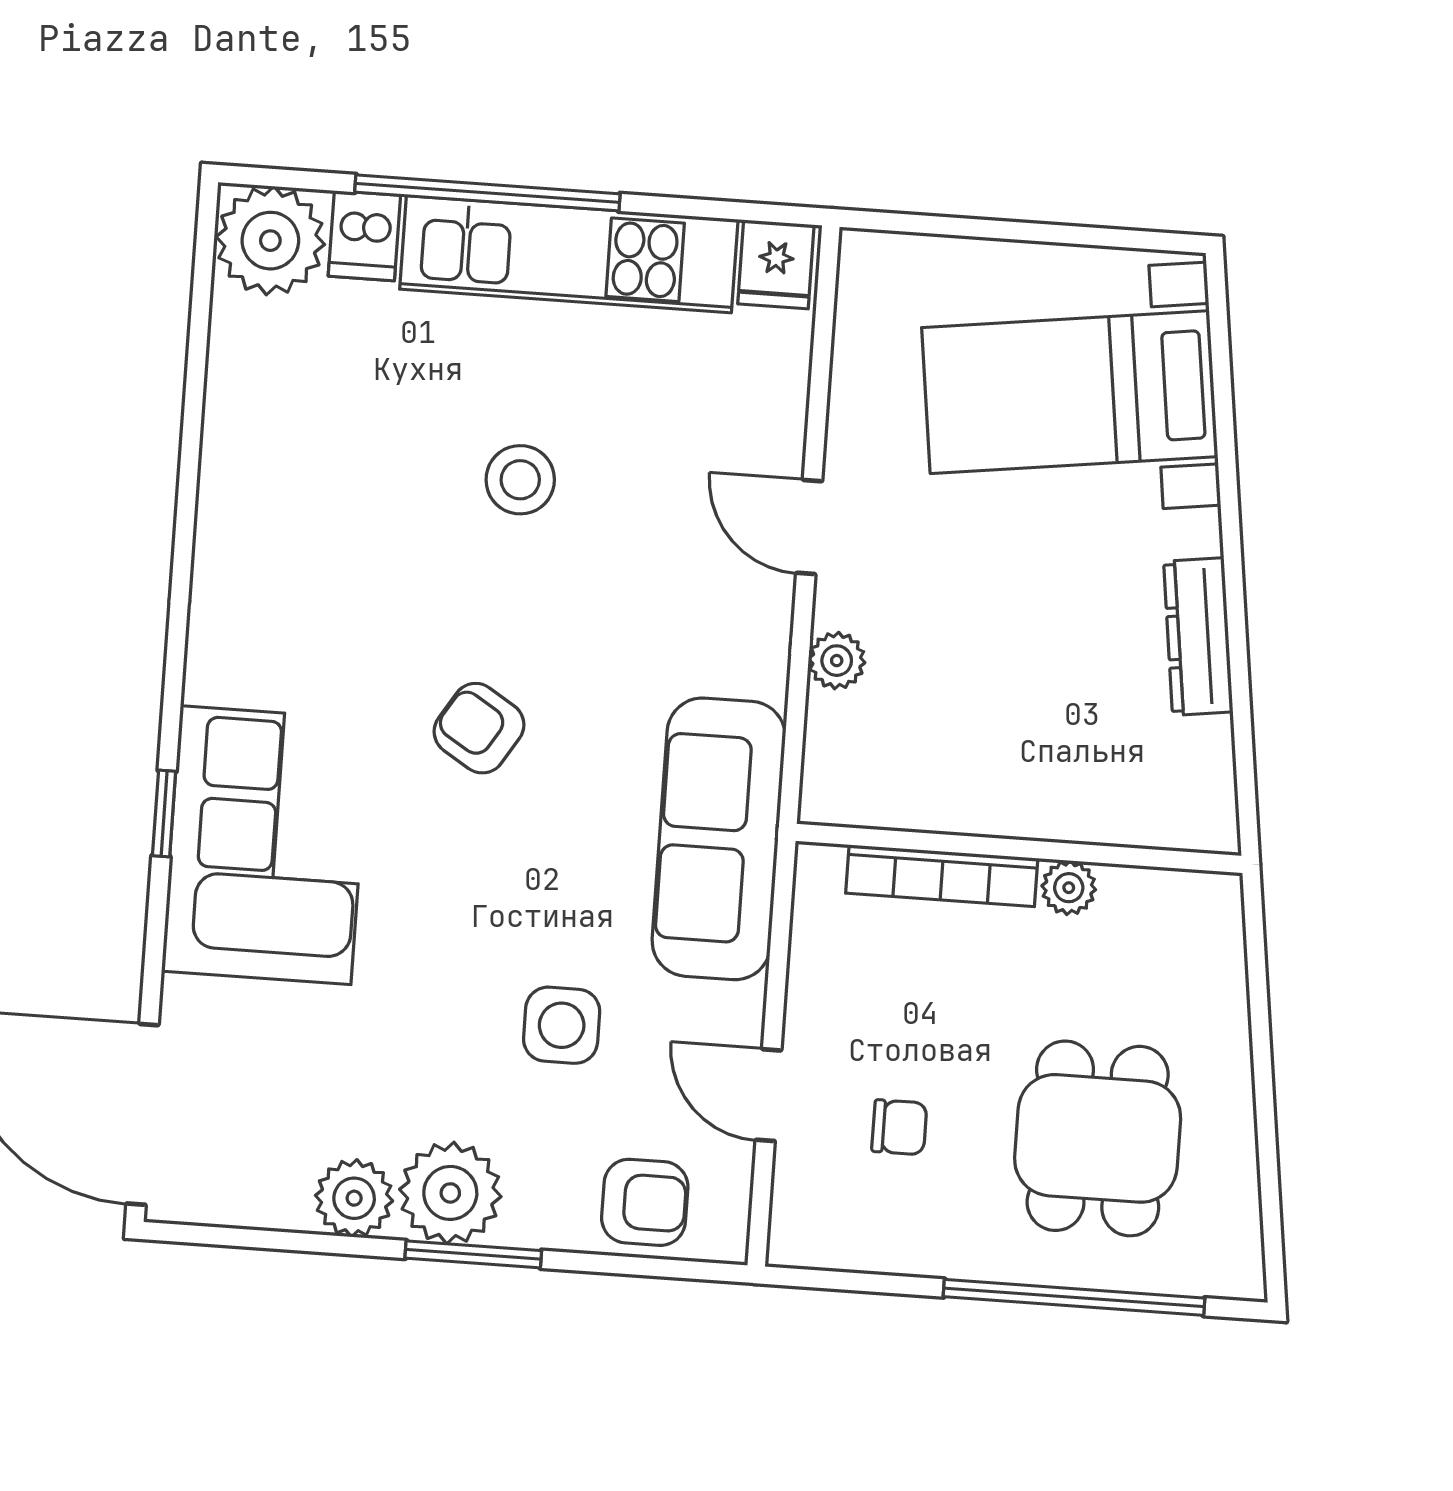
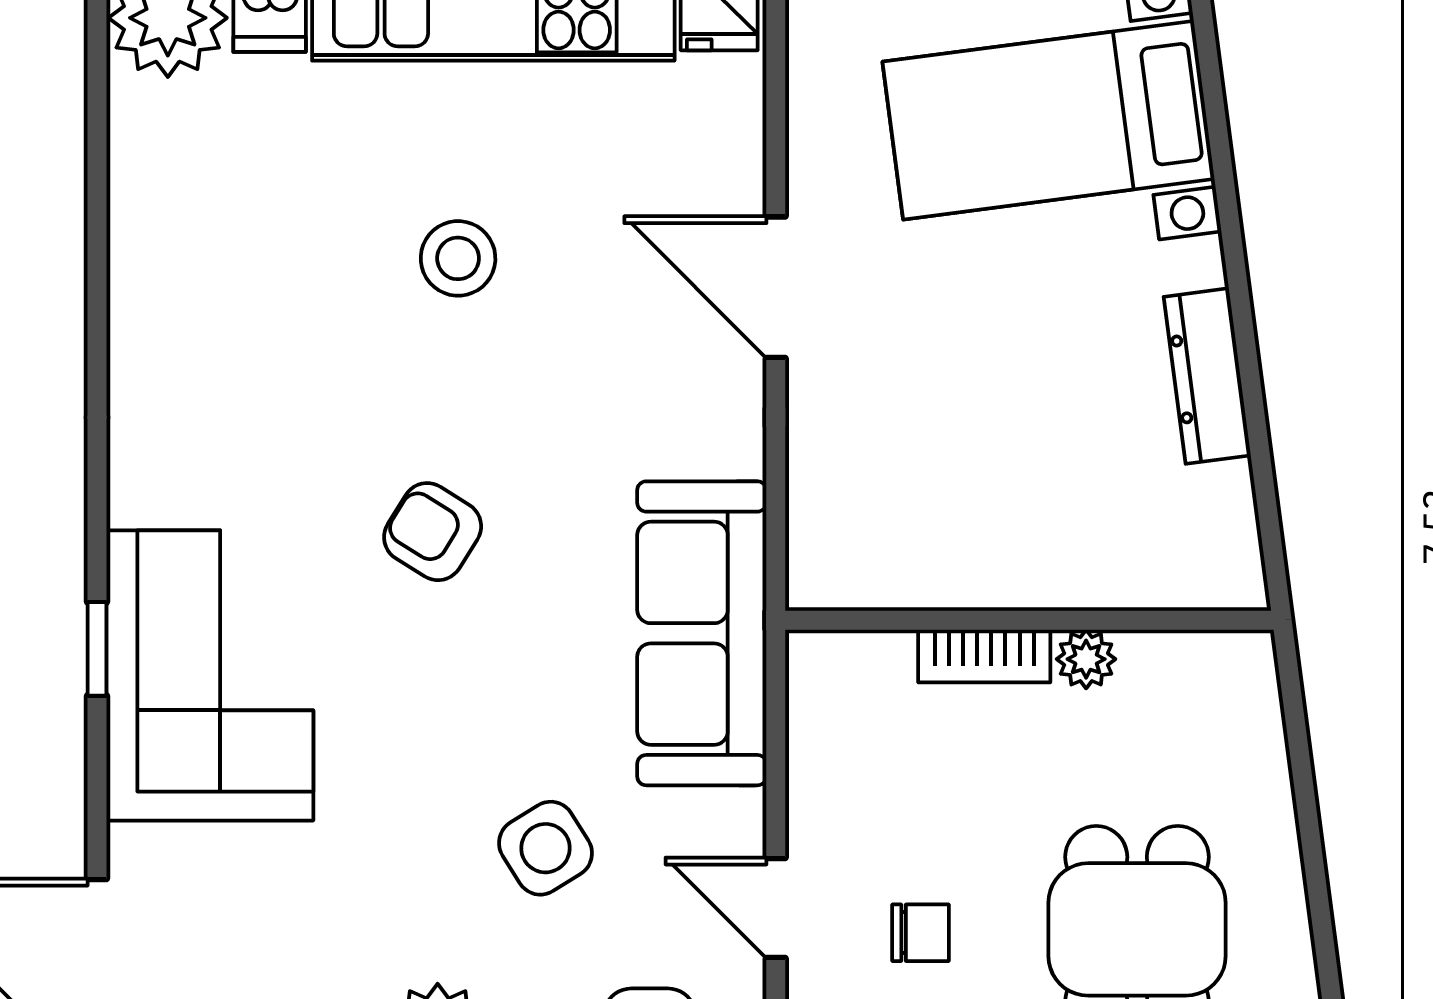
door: (809, 527) -> (776, 287), width x1.38
plant: (837, 661) -> (816, 430), removed
bookcase: (942, 876) -> (984, 656), width x0.64
side table: (562, 1025) -> (546, 848), turned -32

